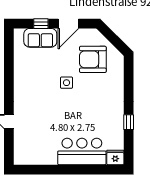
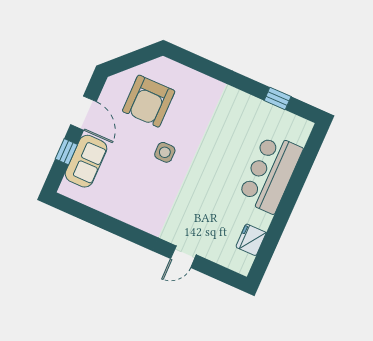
window: (129, 122) -> (278, 99), moved
fridge: (115, 157) -> (251, 240), moved

